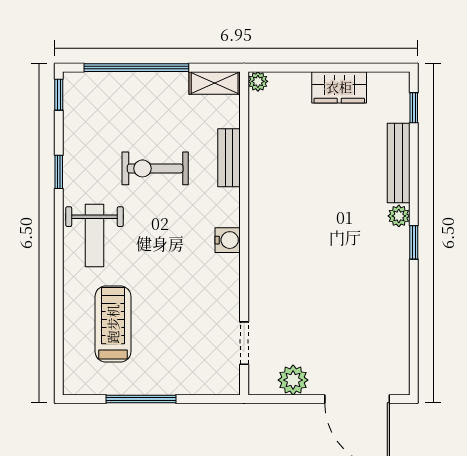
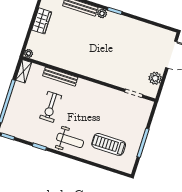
bench: (229, 158) -> (60, 77), width x1.36
water cooler: (228, 240) -> (89, 87), removed

